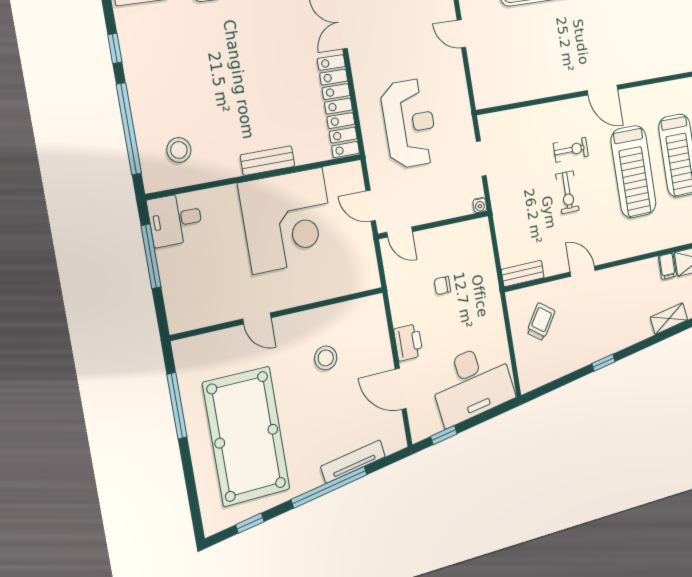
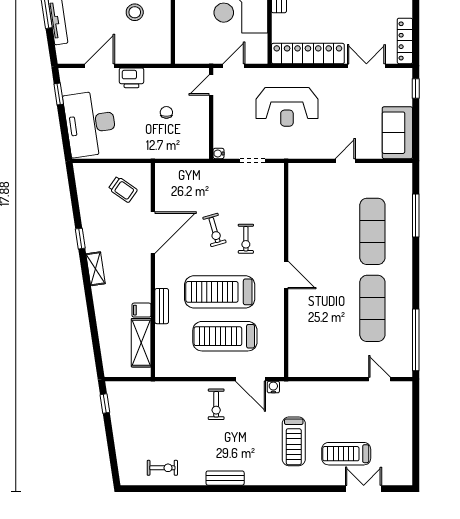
door: (602, 90) -> (286, 275), swing flipped
exercise bike: (567, 192) -> (214, 230), turned -106
door: (583, 271) -> (153, 233), width x1.87
bench: (523, 273) -> (162, 306), moved
shelving: (669, 319) -> (96, 269), moved

